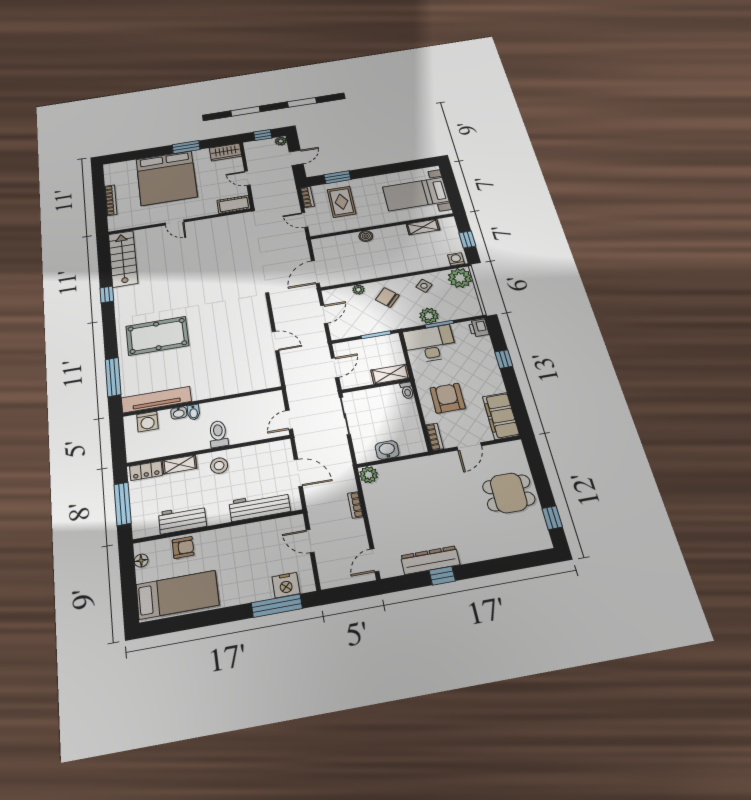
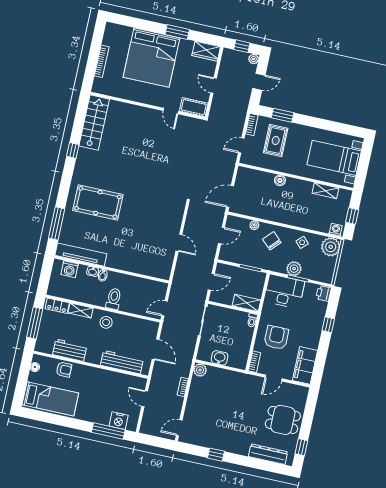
door: (305, 220) -> (241, 146), hinge flipped
door: (175, 222) -> (171, 111), moved
dresser: (430, 560) -> (268, 454), moved

